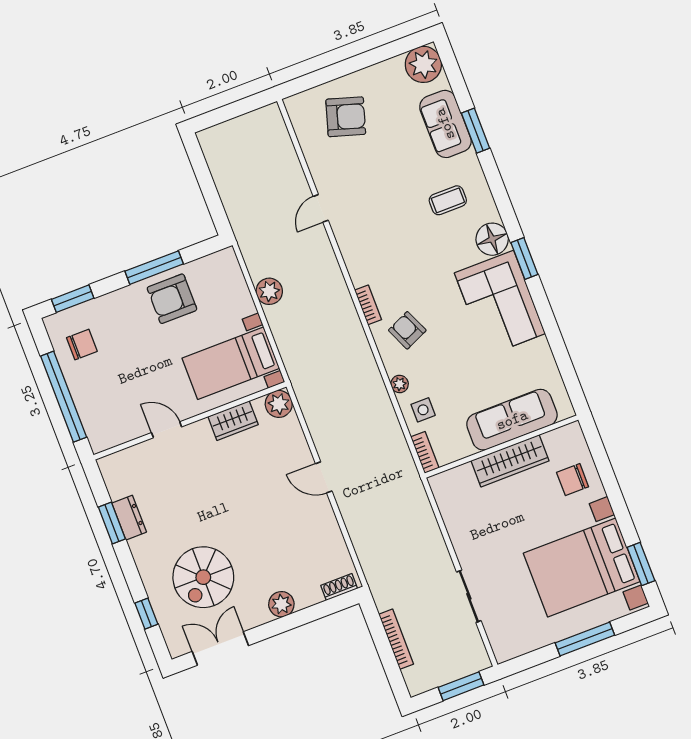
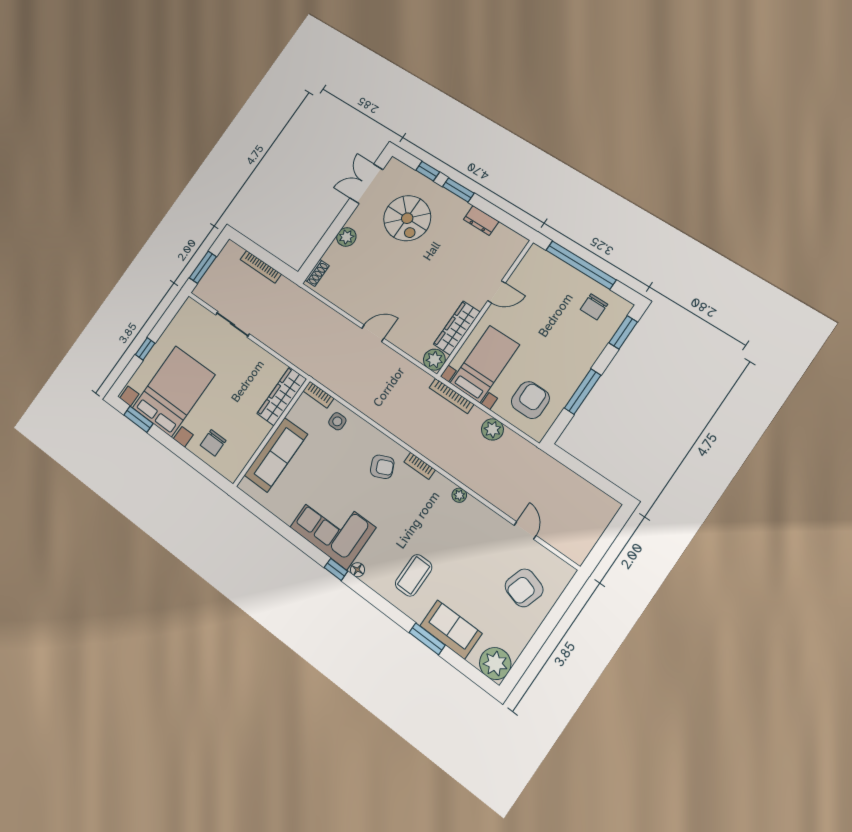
coffee table: (448, 200) -> (414, 575), width x1.36, depth x1.30
door: (321, 208) -> (525, 530), moved
floor lamp: (492, 239) -> (358, 570), width x0.53, depth x0.53
window: (524, 259) -> (336, 569), width x0.67
armchair: (172, 299) -> (530, 400), moved
bookcase: (287, 354) -> (451, 396), added
plant: (400, 384) -> (459, 495), moved
wardrobe: (233, 421) -> (457, 328), width x1.50
wardrobe: (510, 461) -> (282, 396), moved
chair: (573, 480) -> (213, 443), turned 180
window: (112, 523) -> (458, 190), moved
spiral stairs: (203, 577) -> (407, 218), turned 180
window: (585, 639) -> (145, 349), width x0.46
double door: (220, 649) -> (366, 184), swing flipped

